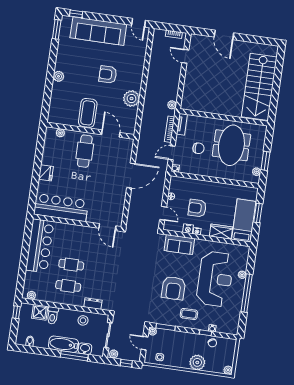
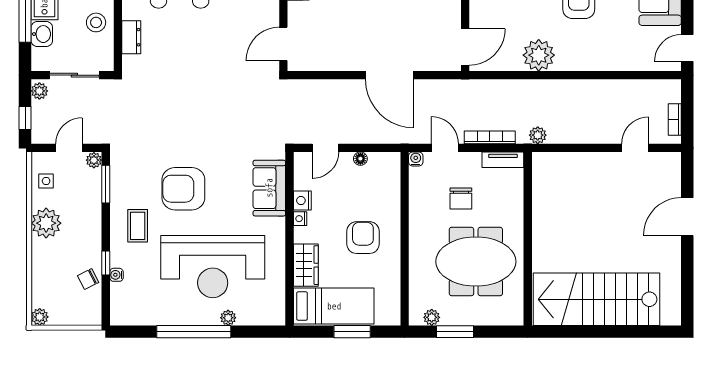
door: (111, 134) -> (465, 47), moved
armchair: (197, 208) -> (363, 238), moved
plant: (197, 362) -> (46, 223), moved

